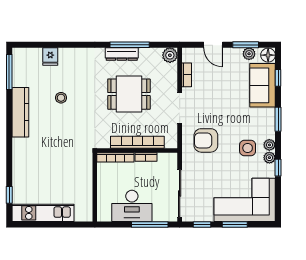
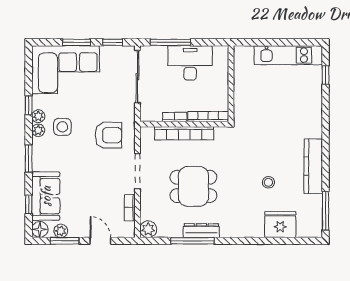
fridge: (50, 56) -> (280, 225), width x1.88, depth x1.34

